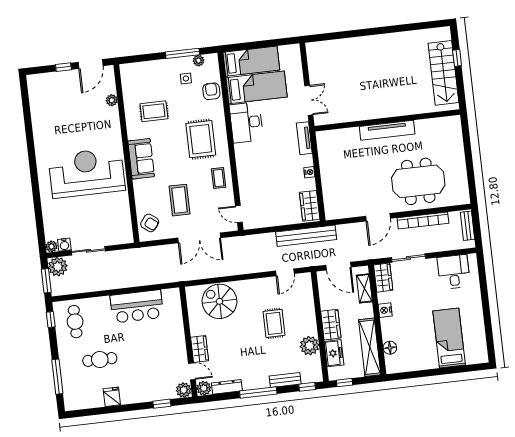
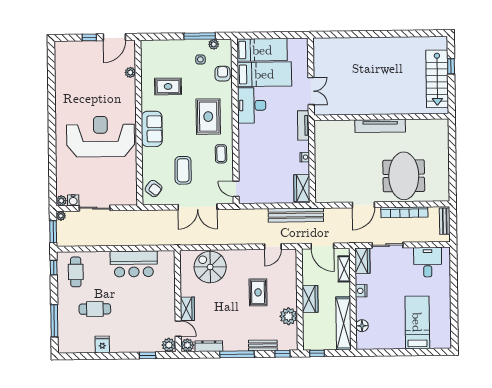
meeting table: (418, 181) -> (404, 176), turned 90
plant: (58, 267) -> (61, 216), width x0.53, depth x0.53
freezer: (334, 353) -> (310, 325), removed

